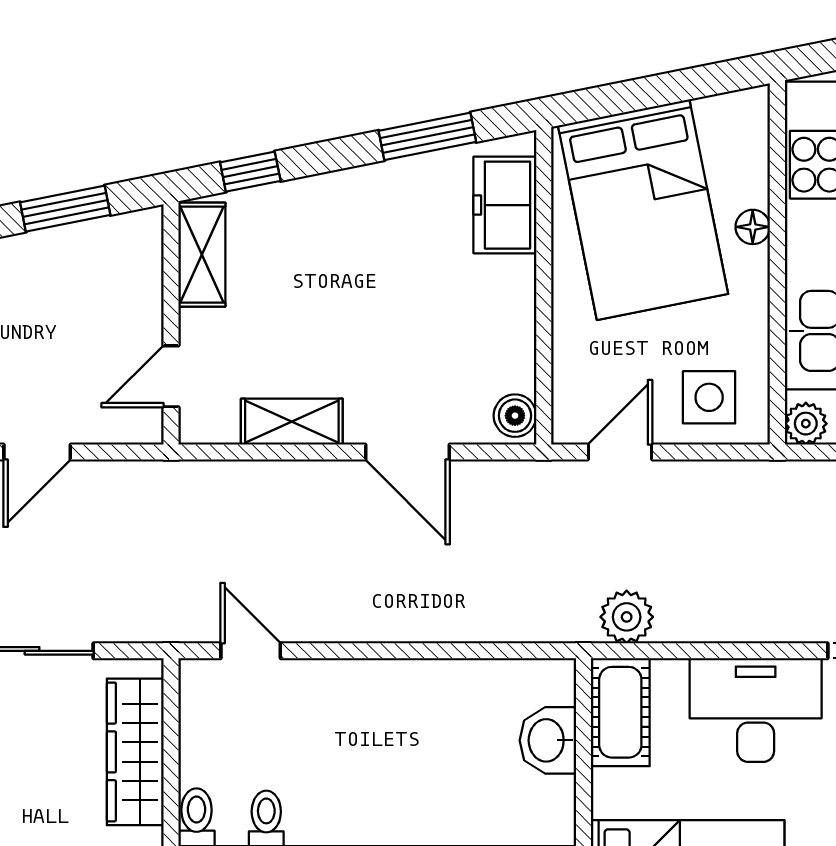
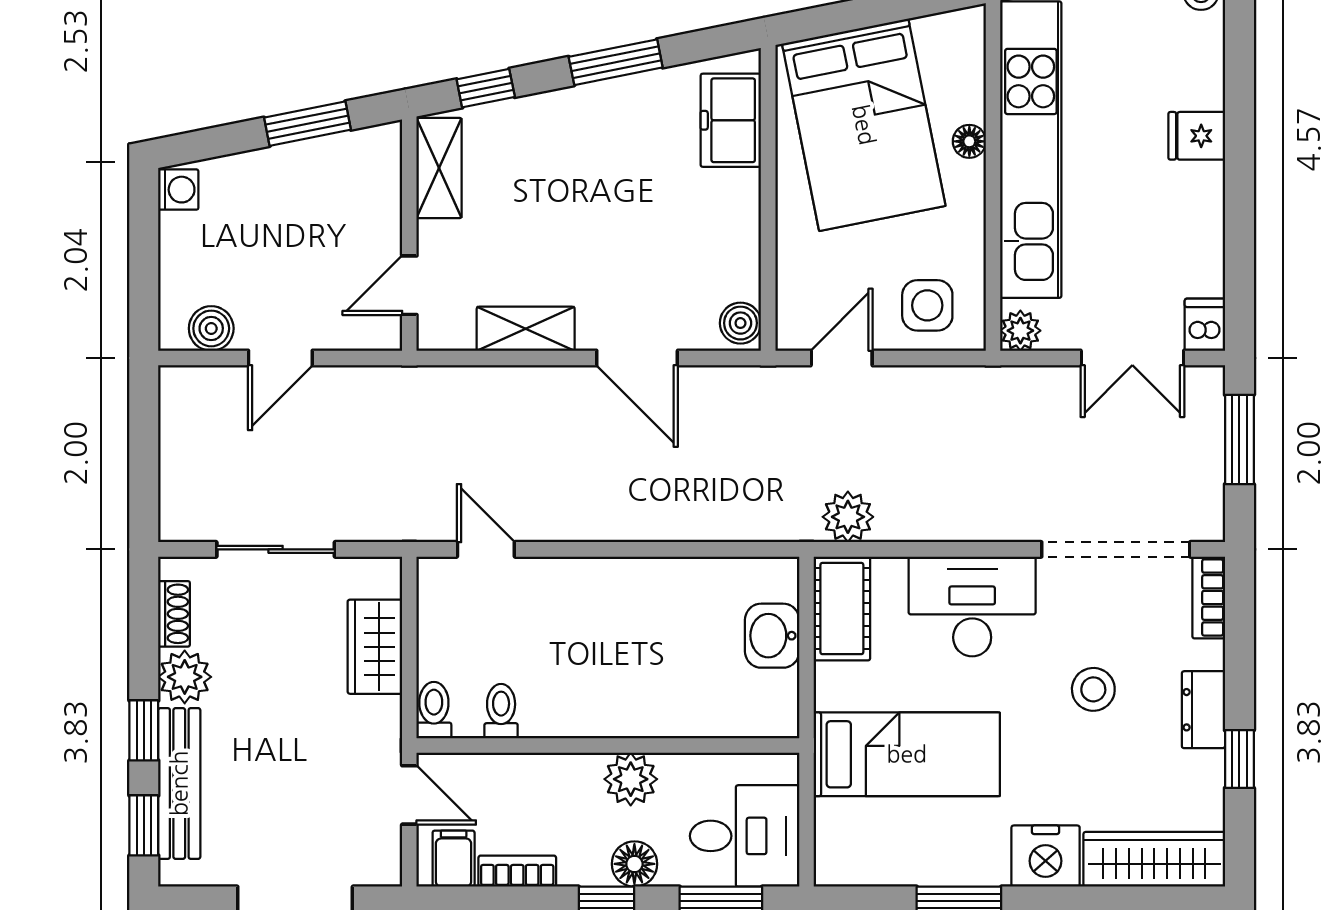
window: (427, 136) -> (616, 62), moved
wardrobe: (135, 752) -> (375, 647), width x0.67

